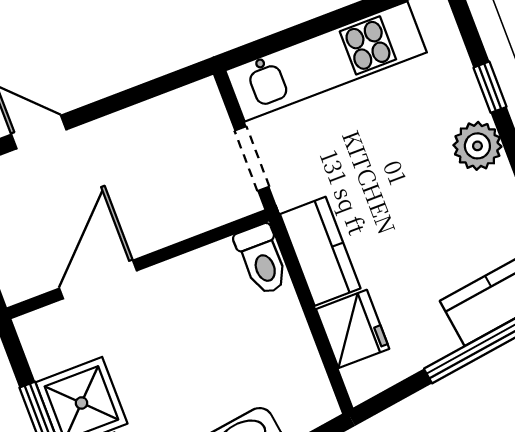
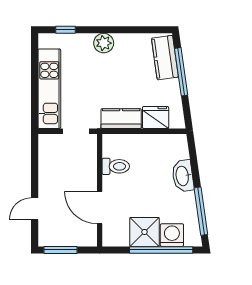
window: (490, 87) -> (66, 30), moved
toilet: (262, 259) -> (116, 166), moved

